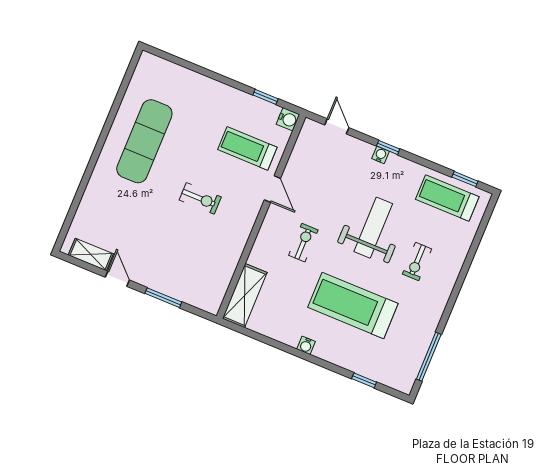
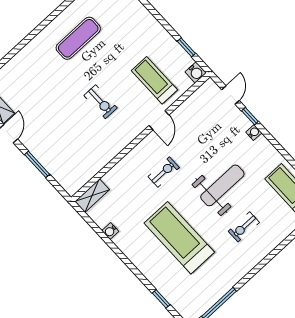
exercise mat: (144, 141) -> (78, 38), width x0.73, depth x0.69
window: (388, 147) -> (250, 116), moved
shelving: (245, 296) -> (92, 196), width x0.67, depth x0.75
water cooler: (306, 345) -> (110, 231), moved

